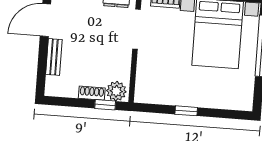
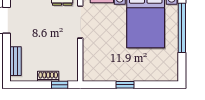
bench: (54, 57) -> (16, 61), moved
plant: (116, 91) -> (68, 73), removed

